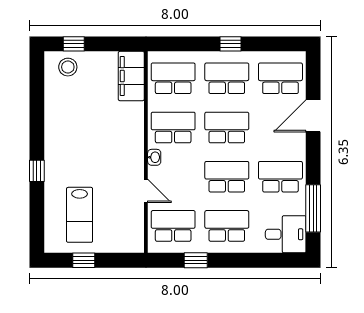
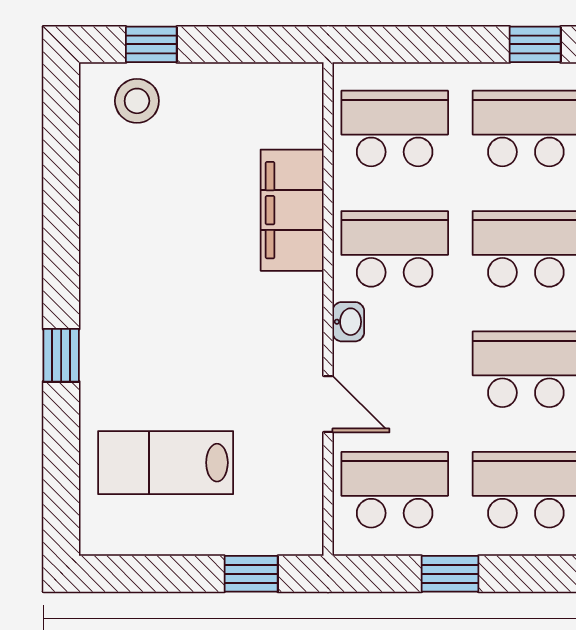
filing cabinet: (131, 76) -> (292, 210), moved
lab bench: (80, 215) -> (166, 463), turned 90
window: (84, 260) -> (251, 574), moved

